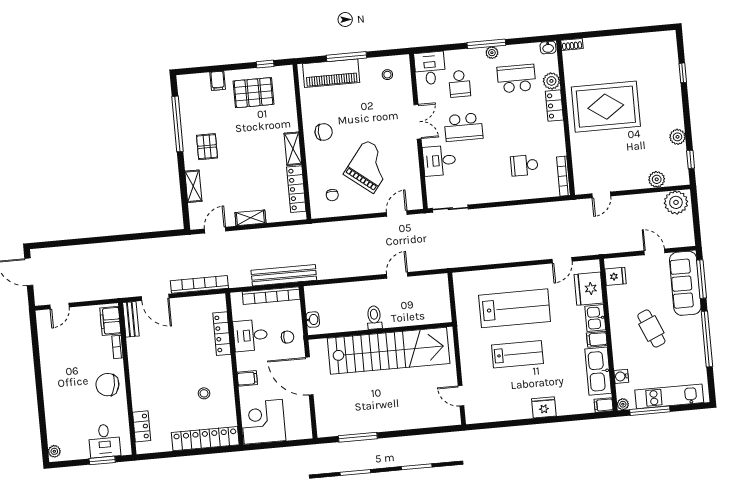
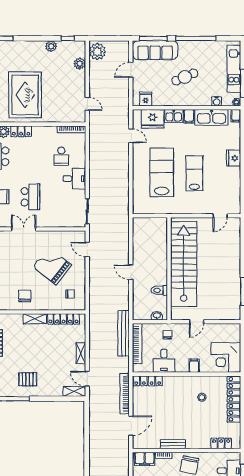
desk: (439, 161) -> (74, 179), moved, turned -90
shelving: (193, 186) -> (74, 391), moved
door: (397, 275) -> (131, 272), moved
toilet: (374, 317) -> (159, 290), moved
bench: (131, 319) -> (173, 444), moved
locker: (222, 334) -> (148, 381), moved
door: (309, 376) -> (196, 322), width x0.53

